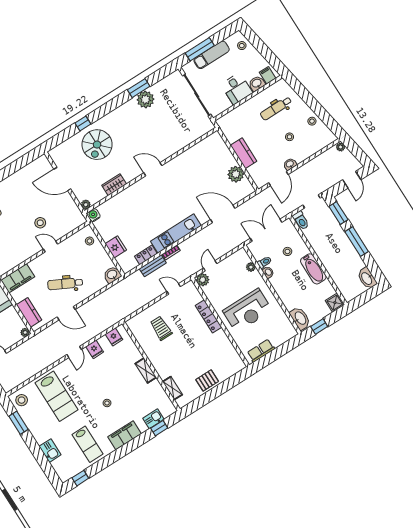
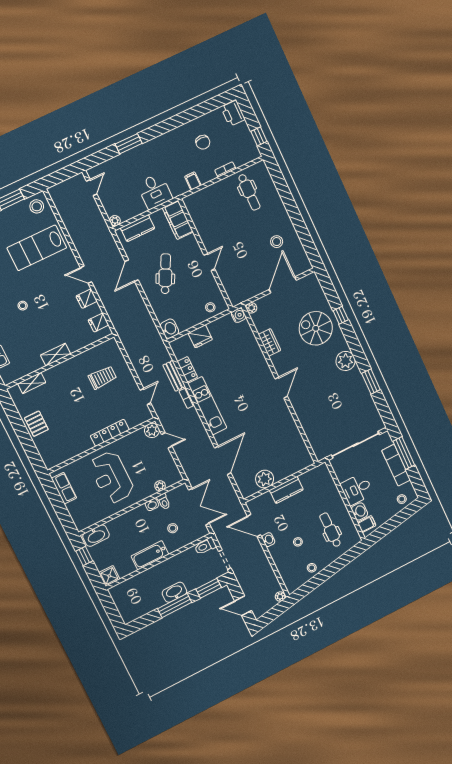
plant: (145, 99) -> (346, 361), moved
stool: (40, 223) -> (277, 242), moved
washbasin: (367, 278) -> (174, 592), moved

